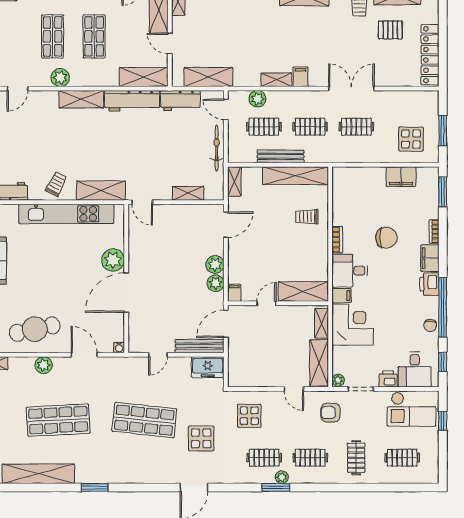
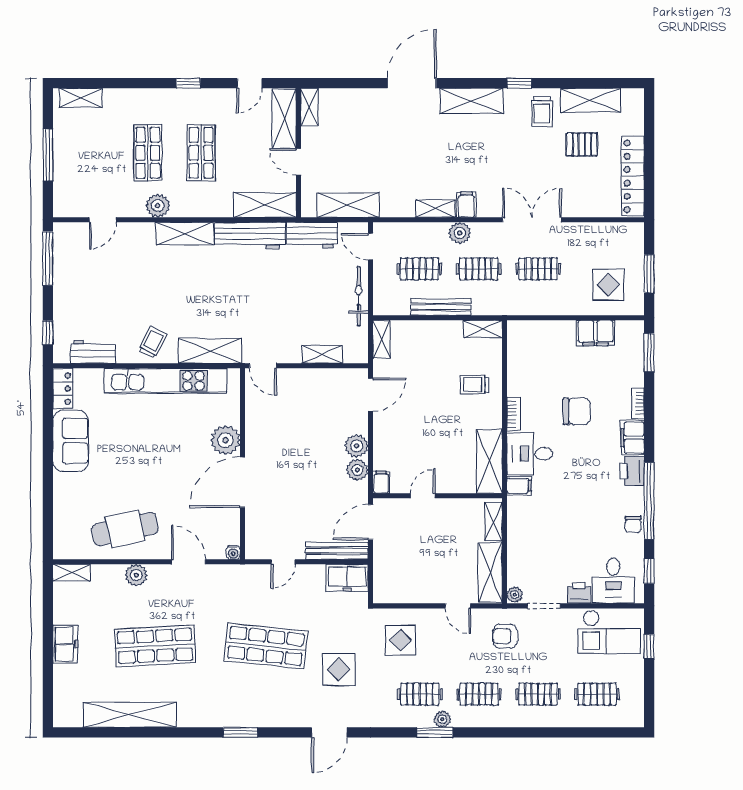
plant: (257, 99) -> (460, 233), moved
shelving: (295, 176) -> (483, 329), width x0.45, depth x0.75
shelving: (303, 292) -> (489, 461), moved, turned 90
corner desk: (353, 325) -> (533, 523), removed
clothes rail: (356, 458) -> (538, 694), turned 90
window: (95, 487) -> (240, 732), moved

